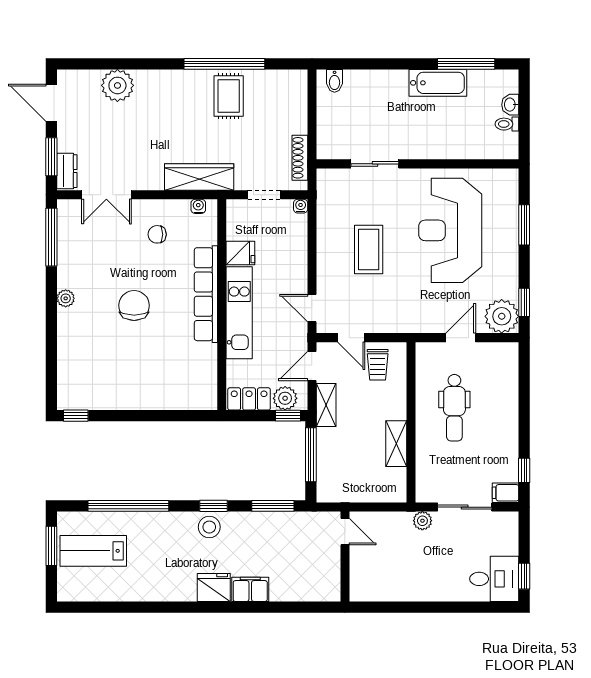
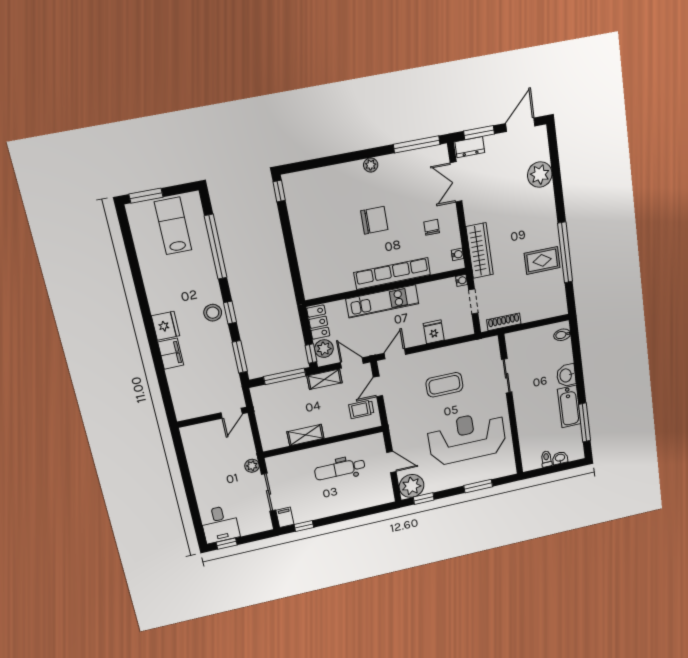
washbasin: (392, 82) -> (566, 375), added
water cooler: (301, 206) -> (462, 280), moved
fridge: (240, 253) -> (434, 332), moved, turned 180
window: (51, 546) -> (146, 196), moved

